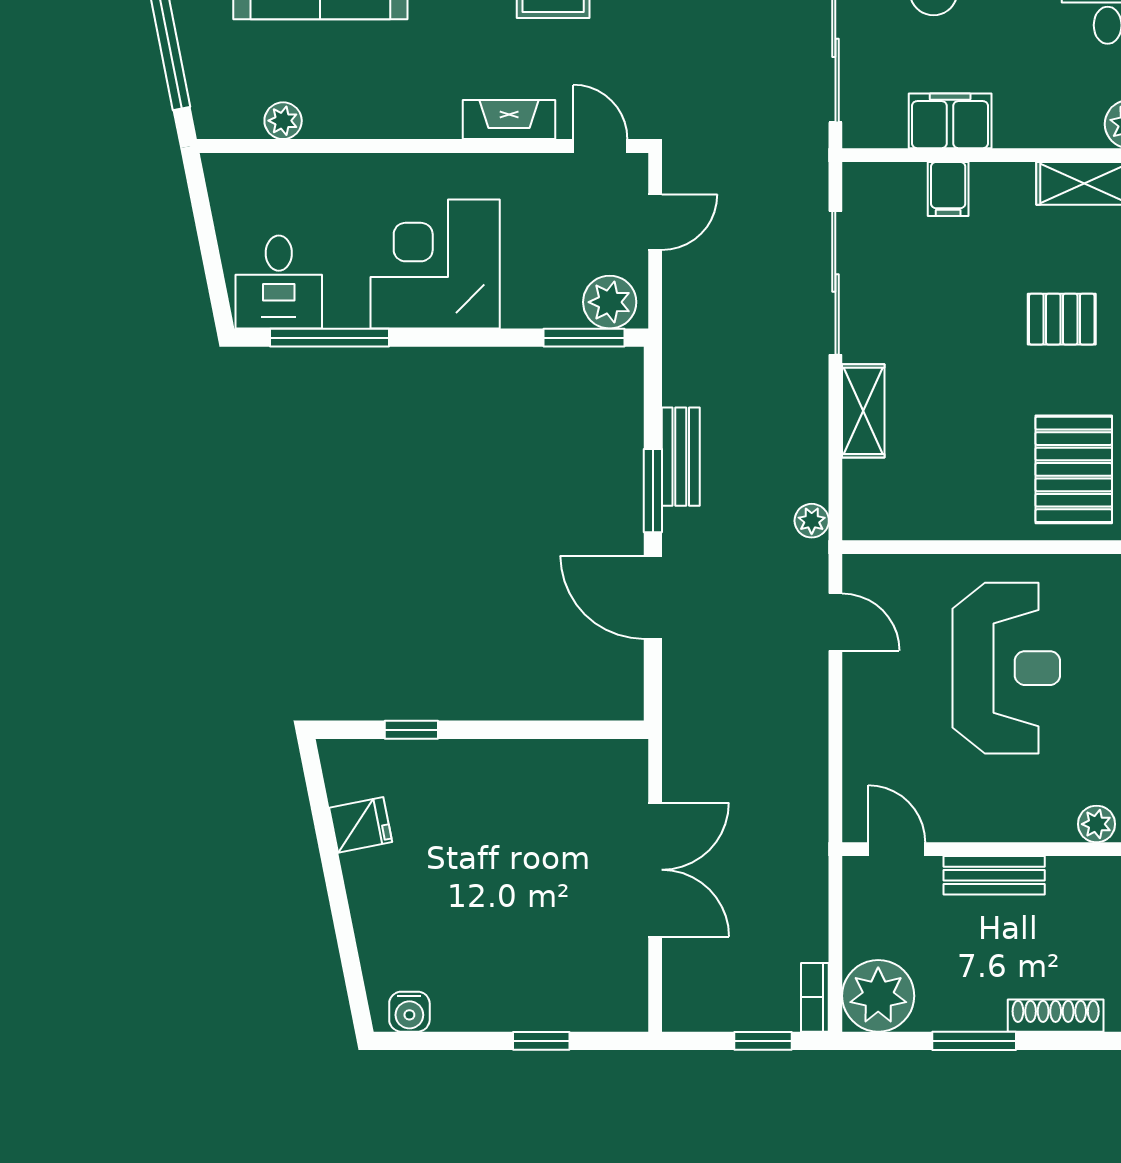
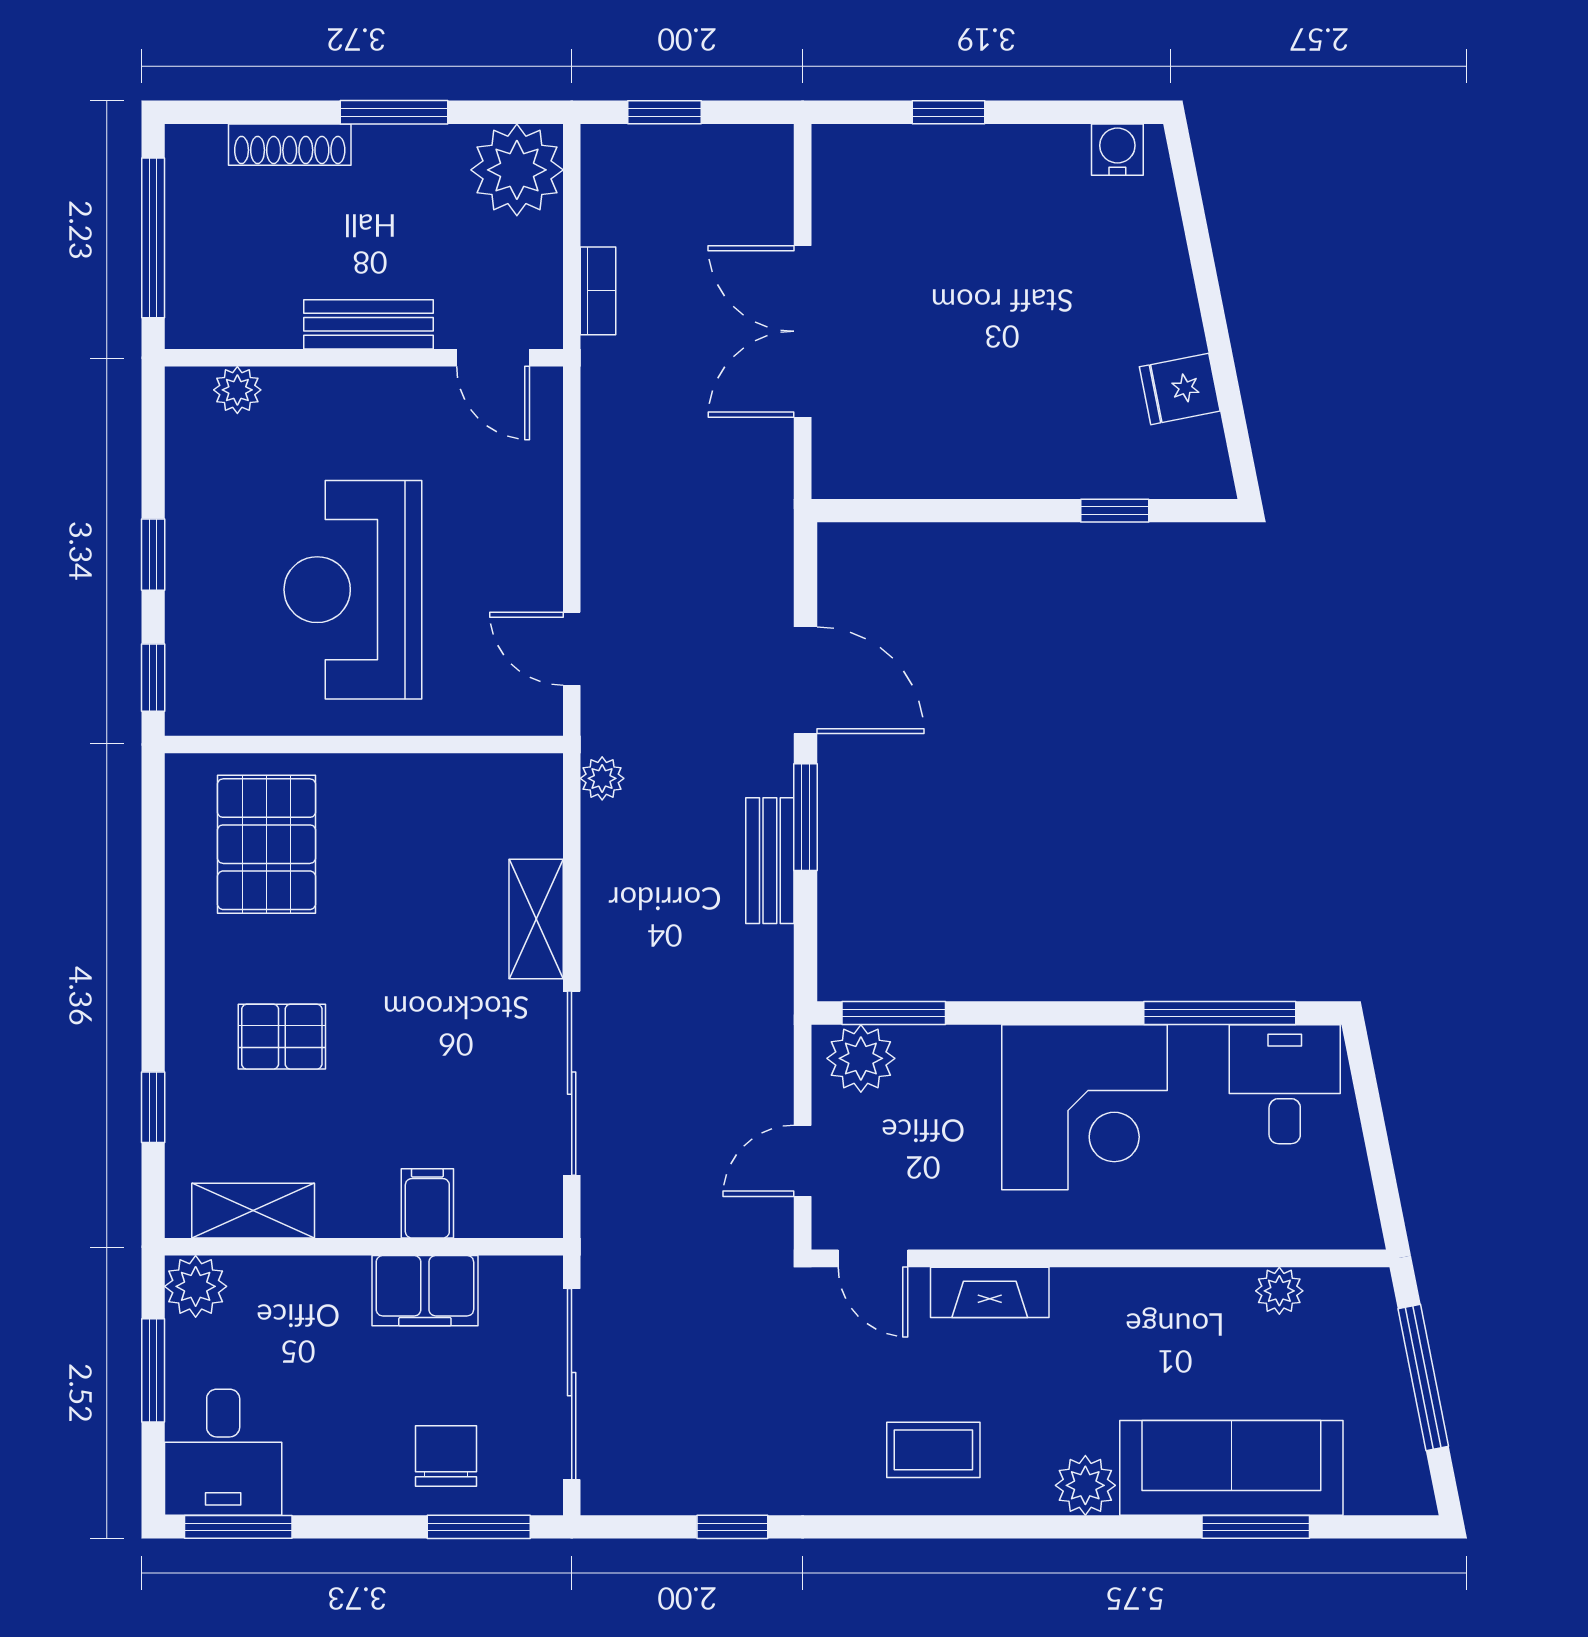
bookcase: (815, 997) -> (598, 291), moved

